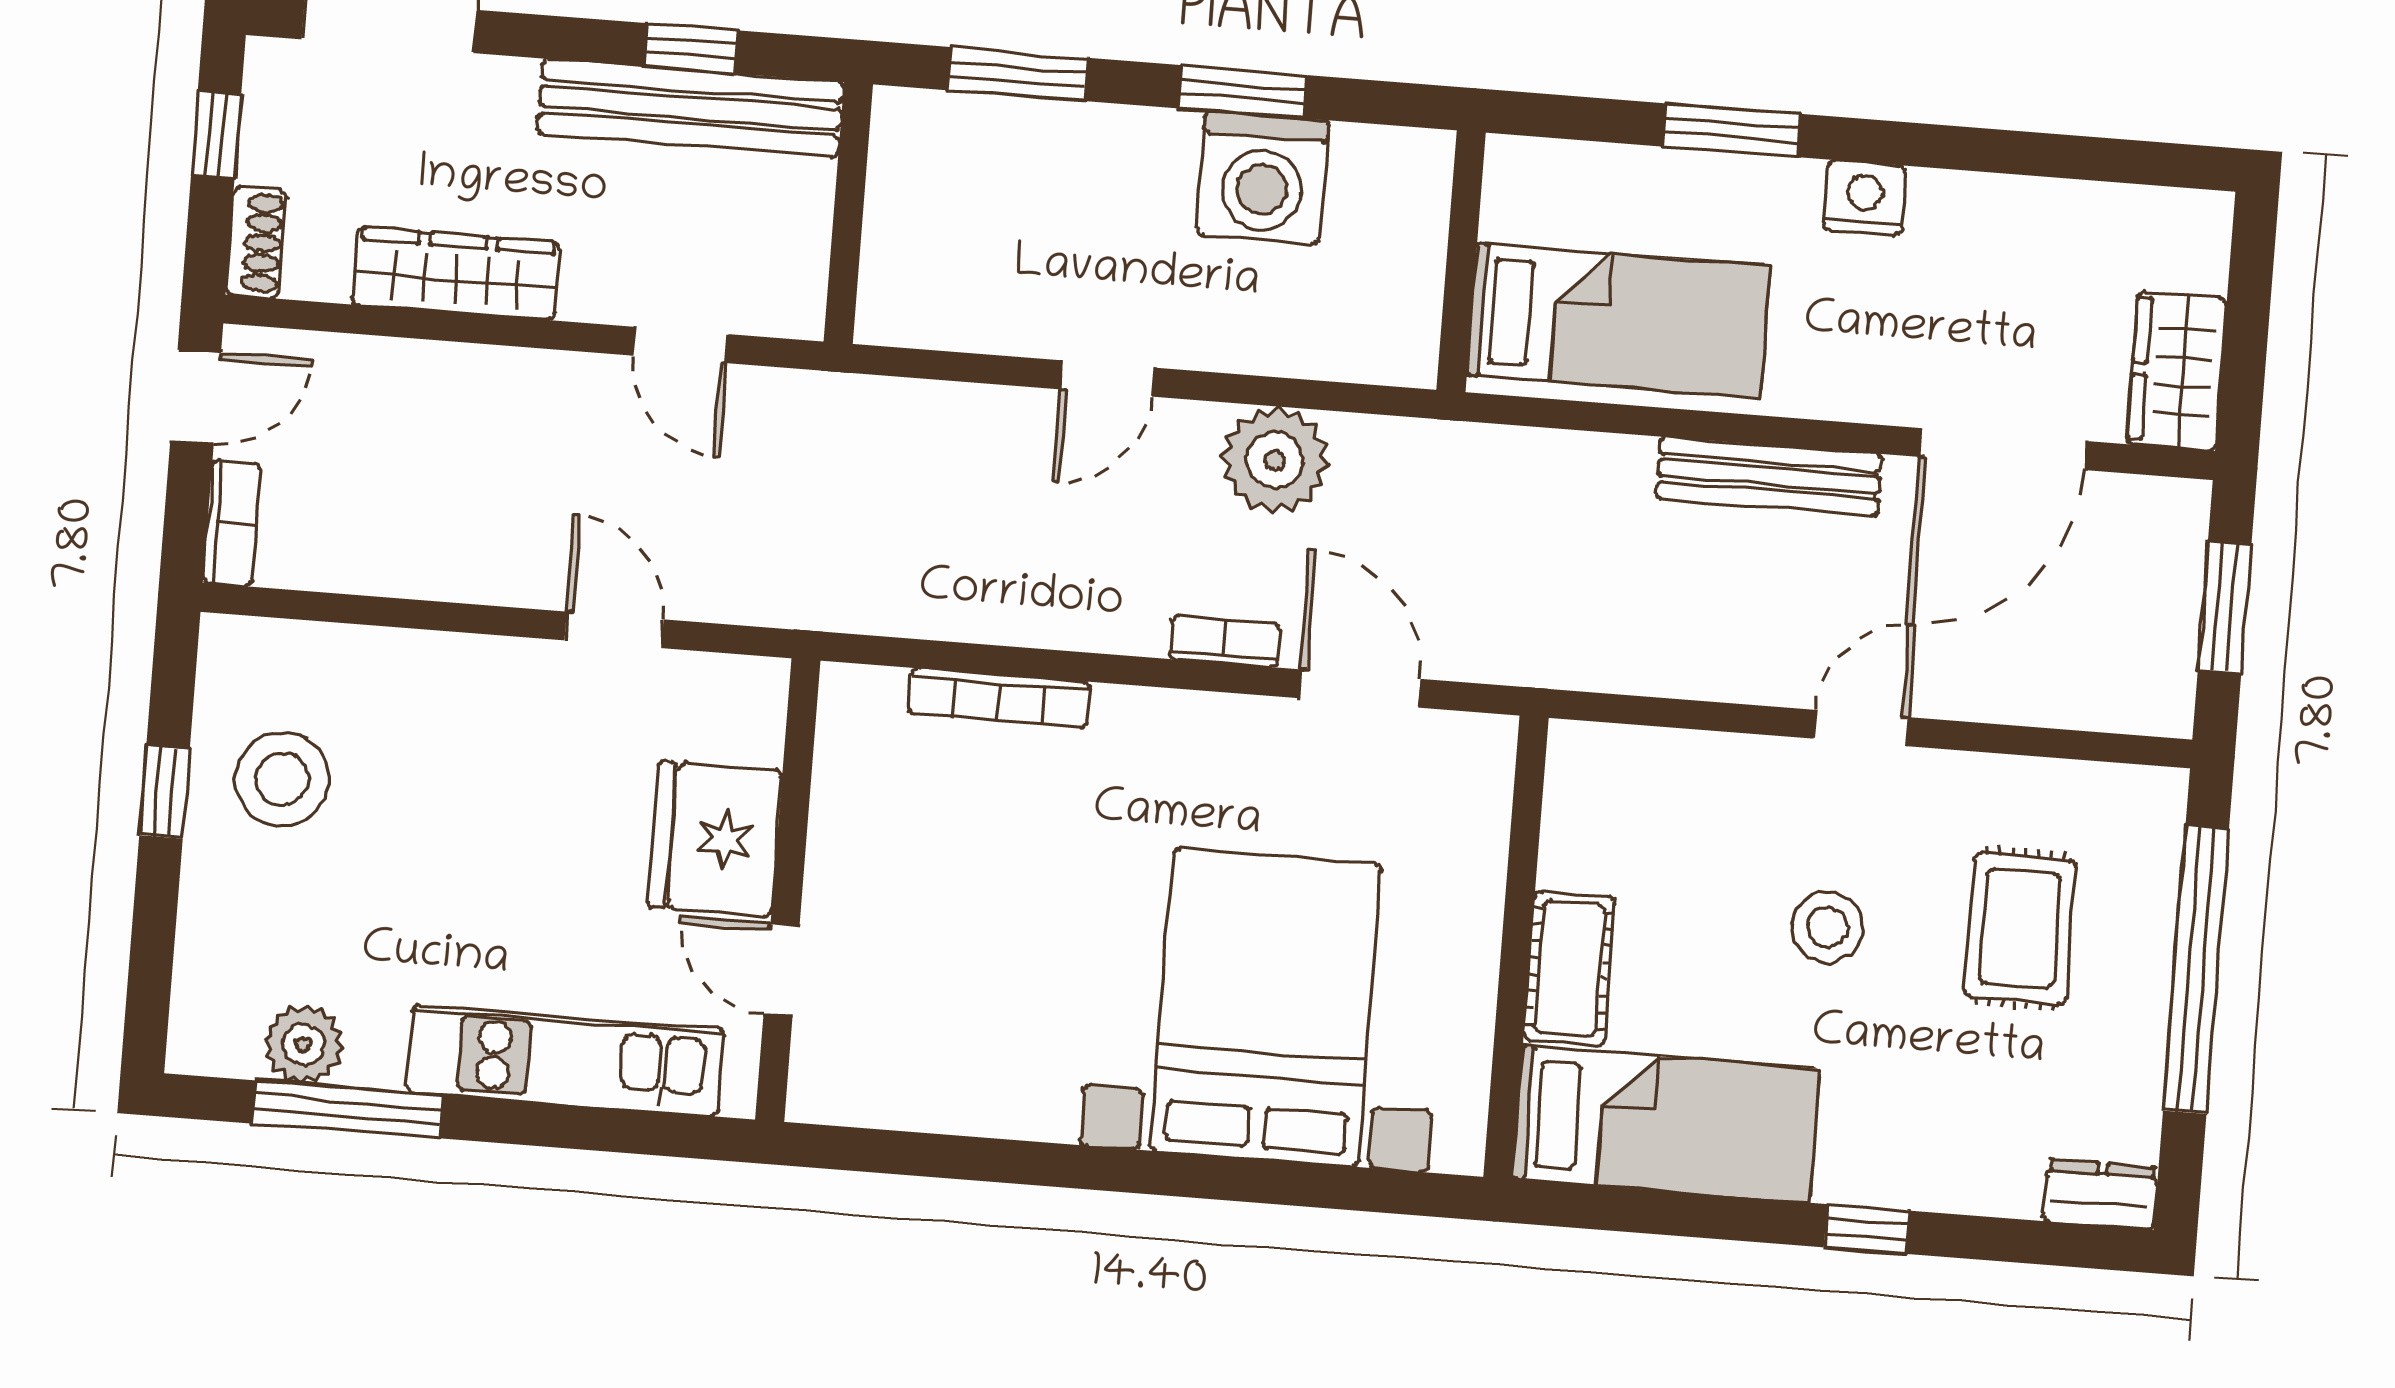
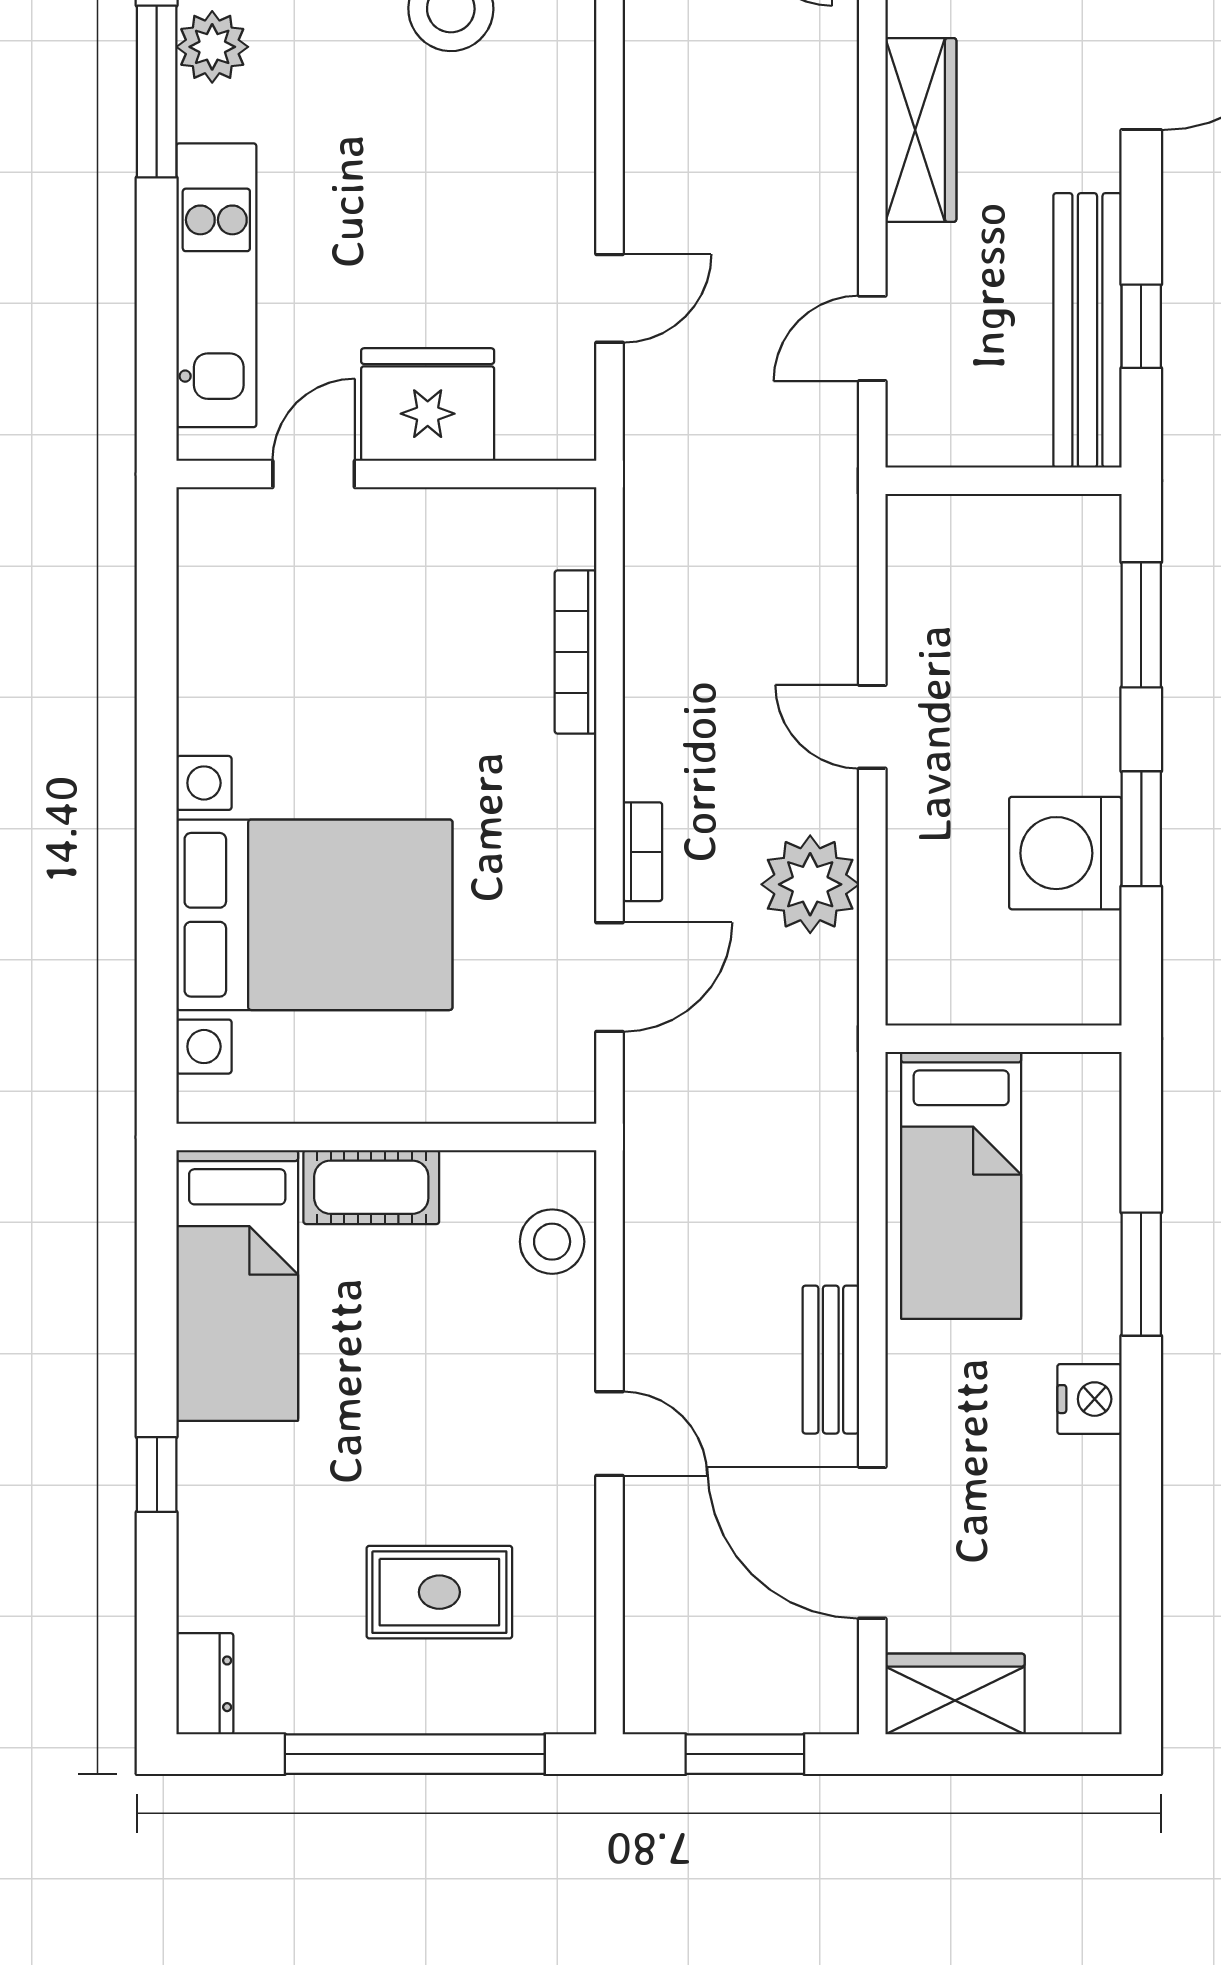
bench: (1769, 476) -> (831, 1360), width x0.73
stool: (1827, 927) -> (552, 1242), moved

